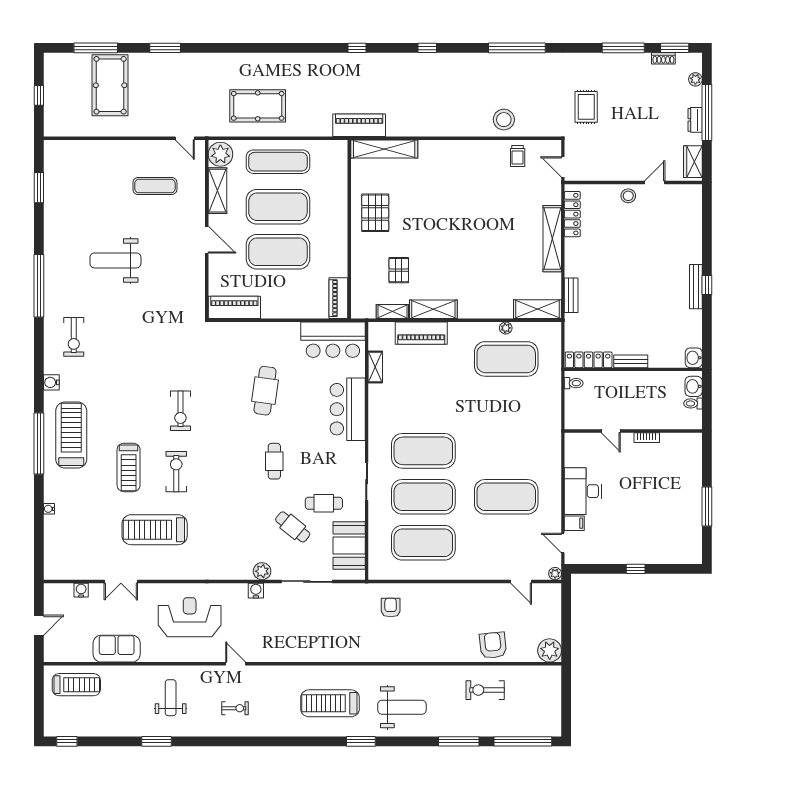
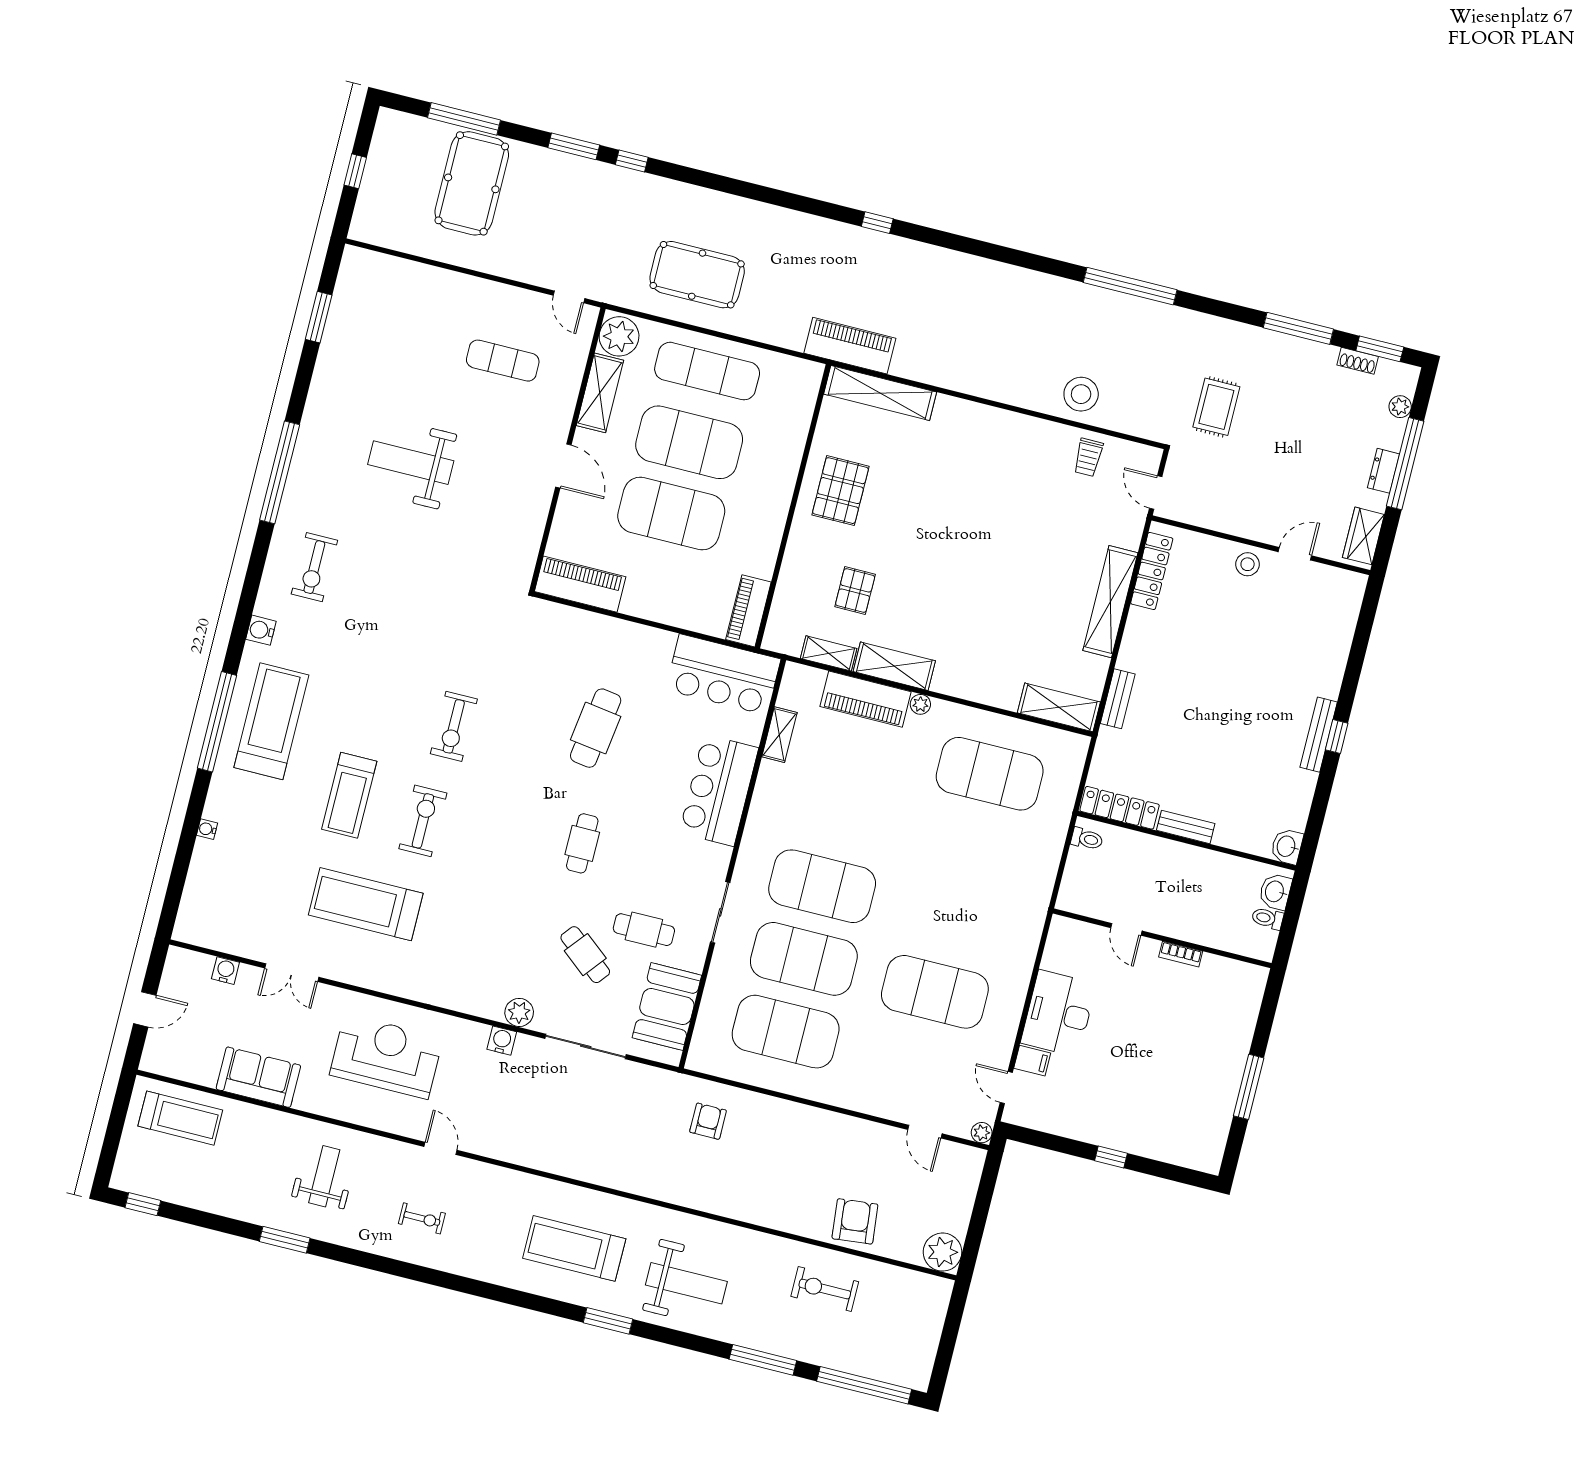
window: (427, 48) -> (632, 161), moved
plant: (506, 328) -> (920, 704), moved

